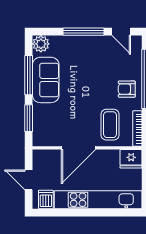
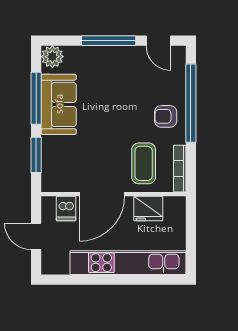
fridge: (131, 159) -> (148, 209), moved
dishwasher: (46, 199) -> (66, 209), moved, turned 180

